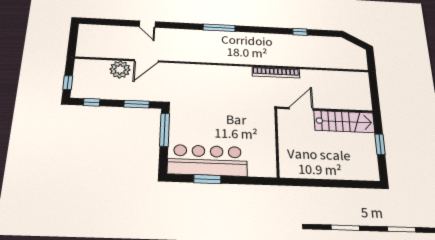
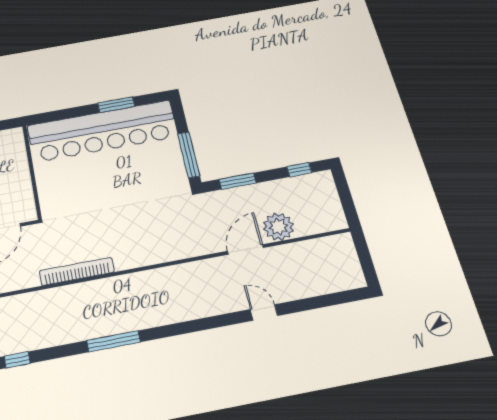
window: (219, 28) -> (114, 341), moved
bookcase: (276, 73) -> (77, 271), moved
window: (68, 83) -> (343, 190), removed
bar counter: (207, 160) -> (102, 131), width x1.36

